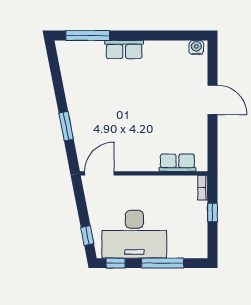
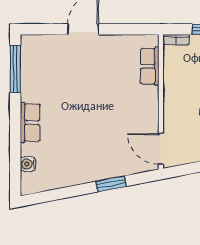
window: (88, 35) -> (15, 69), moved
water cooler: (196, 48) -> (28, 164), moved

